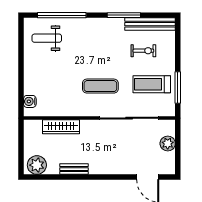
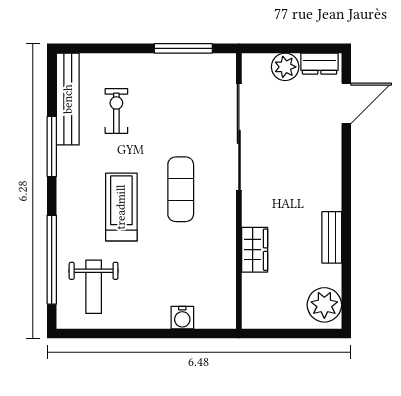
treadmill: (152, 84) -> (121, 207), moved, turned 180
water cooler: (30, 101) -> (182, 318), moved
wardrobe: (61, 127) -> (255, 250), width x0.67
dresser: (169, 162) -> (319, 64), added

